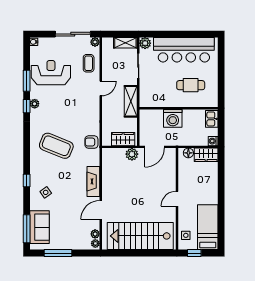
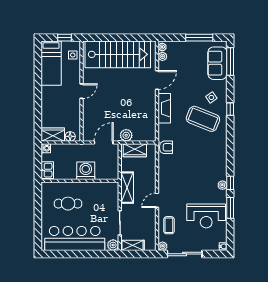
coffee table: (56, 146) -> (203, 119), moved

